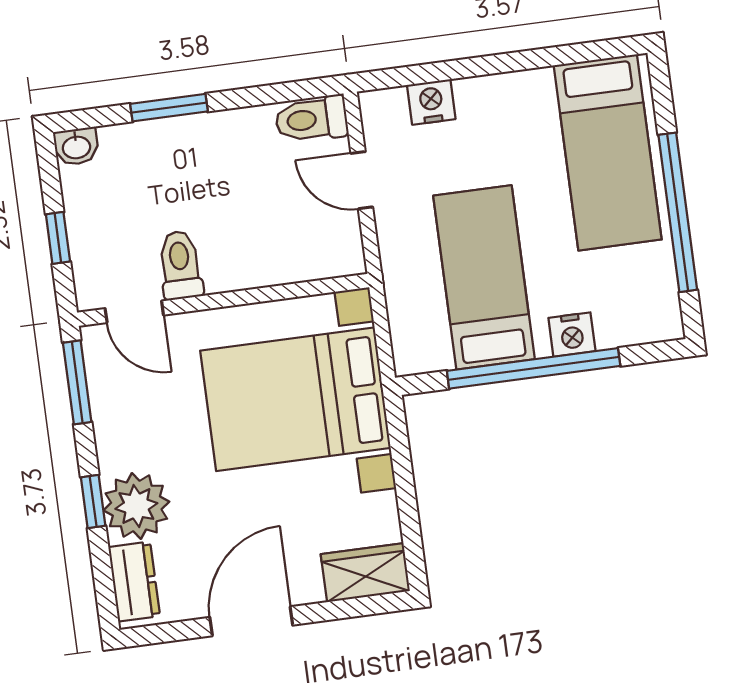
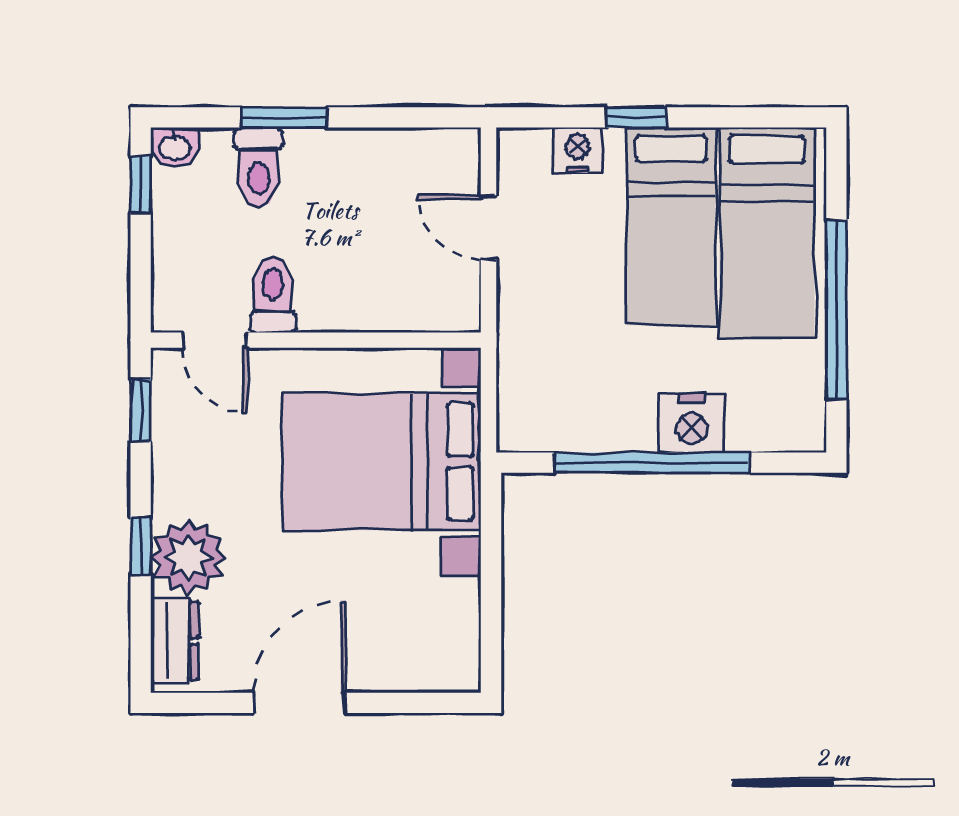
window: (479, 66) -> (636, 117), added
toilet: (311, 119) -> (259, 167), moved, turned -90
window: (58, 238) -> (141, 184), moved
bed: (484, 277) -> (671, 226), moved, turned 180
nightstand: (572, 335) -> (691, 423), width x1.36, depth x1.33
window: (77, 382) -> (141, 410), width x0.67
wardrobe: (365, 573) -> (434, 666), removed

